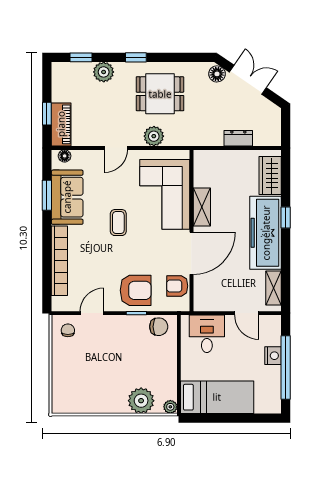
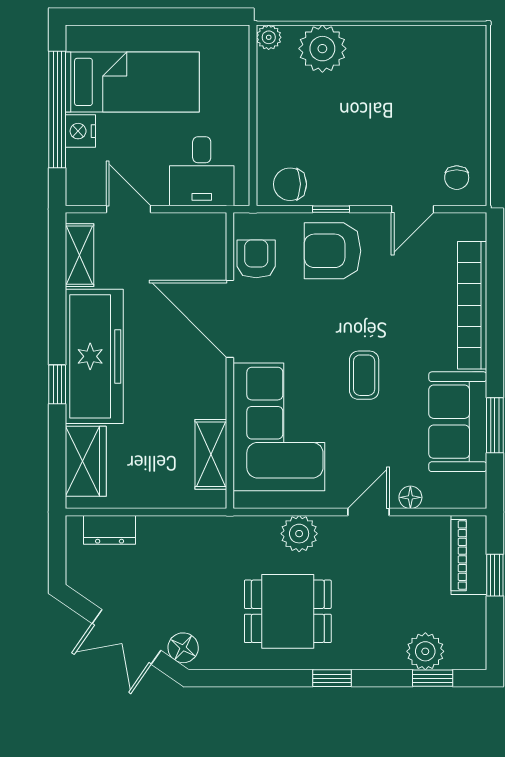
plant: (104, 72) -> (425, 651), moved
dresser: (238, 138) -> (110, 530), moved
floor lamp: (65, 156) -> (410, 497), moved
shelving: (202, 207) -> (211, 454), moved
door: (191, 253) -> (230, 319), hinge flipped
armchair: (177, 286) -> (256, 259), turned -90
bed: (217, 397) -> (132, 82), moved, turned 180

